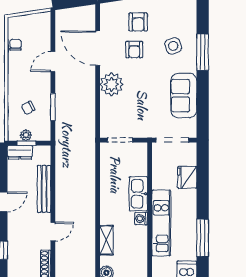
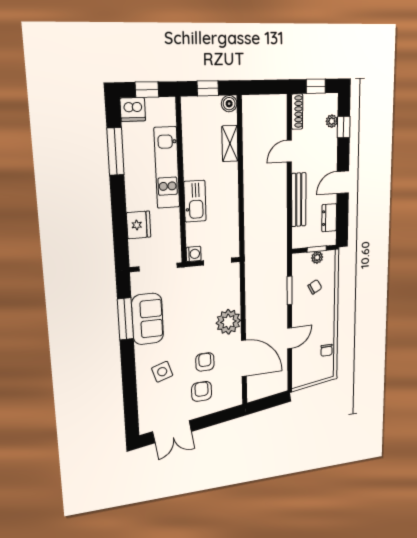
window: (203, 52) -> (125, 319), moved
dresser: (20, 152) -> (329, 218), moved, turned -90
washing machine: (141, 219) -> (194, 254), moved
plant: (13, 256) -> (332, 121), added

